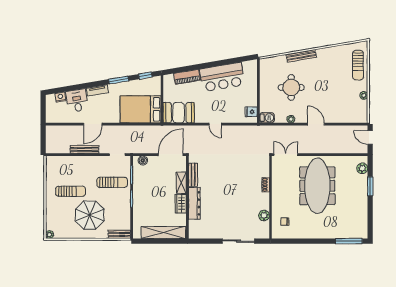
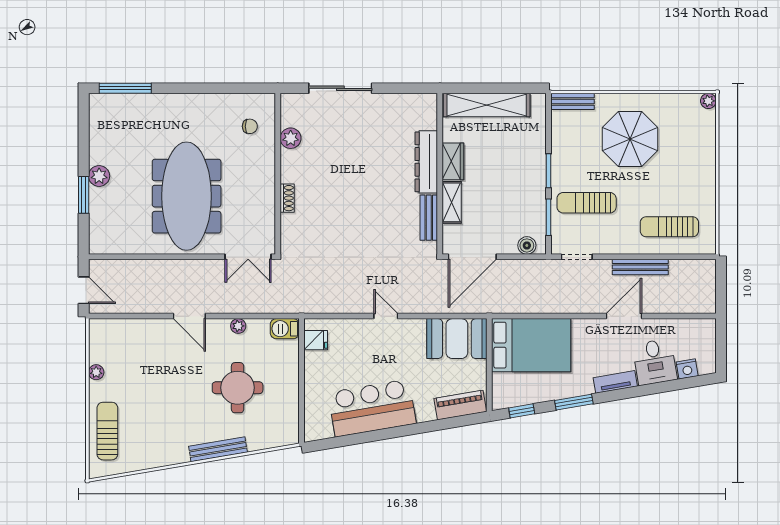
piano: (187, 77) -> (460, 405), moved
plant: (362, 168) -> (99, 176), moved
sun lounger: (71, 191) -> (669, 227), moved

